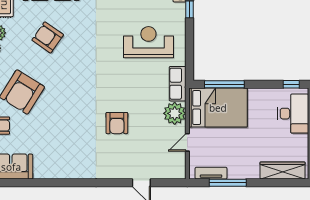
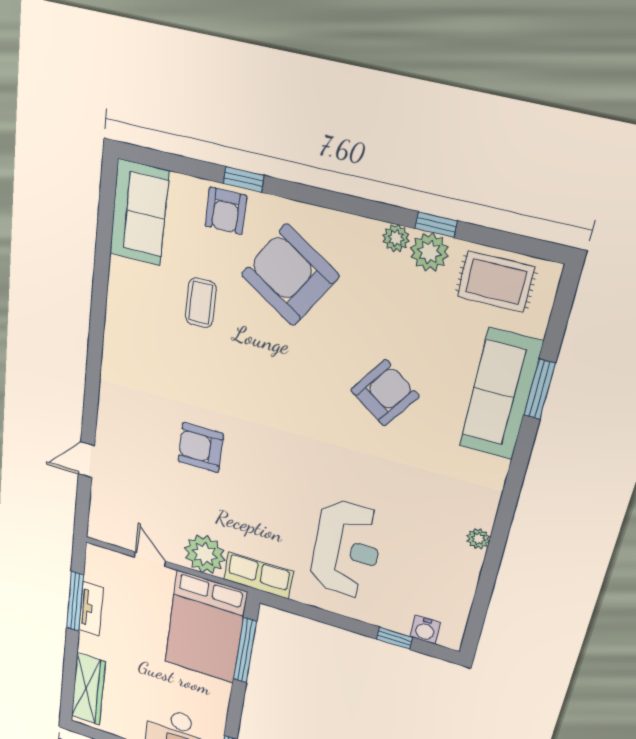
armchair: (48, 37) -> (385, 393), moved
coffee table: (45, 132) -> (201, 303), added
tv unit: (211, 173) -> (91, 609), moved

